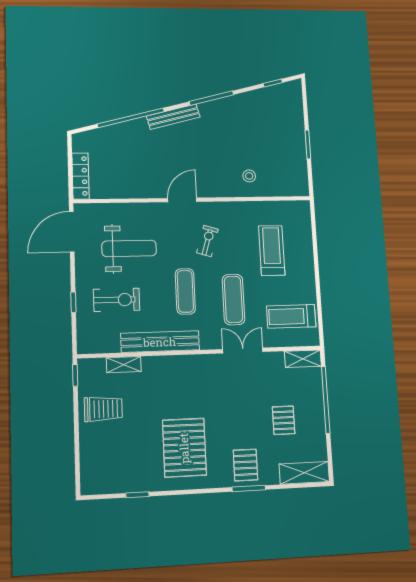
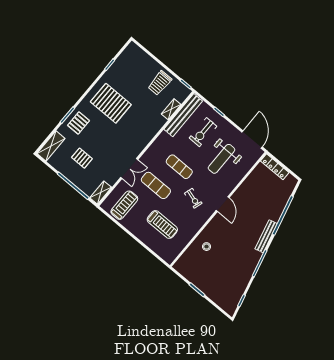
bench: (160, 342) -> (183, 115), moved
pallet: (245, 465) -> (79, 123), turned 90

